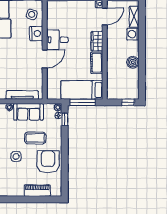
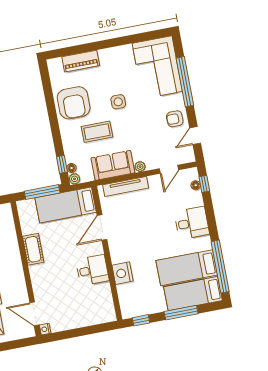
side table: (32, 14) -> (134, 298), removed
door: (105, 16) -> (34, 314), hinge flipped
wardrobe: (97, 41) -> (38, 278), removed
door: (45, 59) -> (102, 227), moved
bed: (82, 90) -> (66, 205), moved, turned 180

